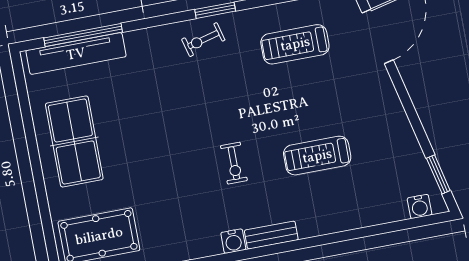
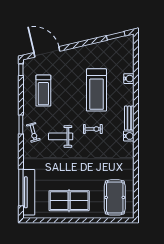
weight bench: (206, 99) -> (61, 136), added
treadmill: (317, 156) -> (97, 90), width x1.37, depth x1.38
water cooler: (419, 206) -> (129, 79), moved

